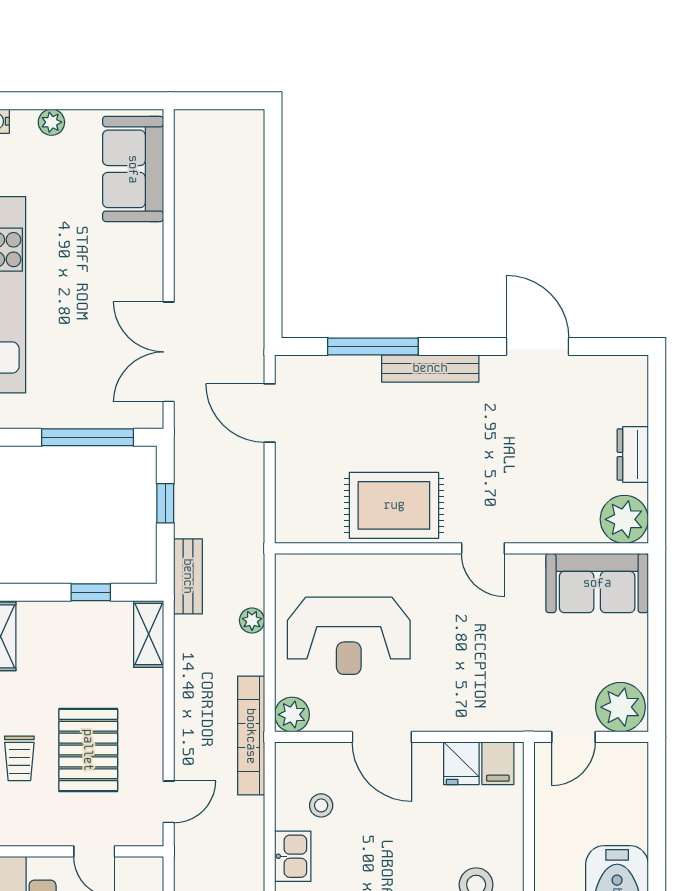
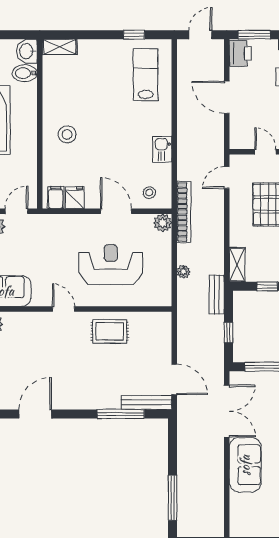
sofa: (133, 169) -> (245, 465), moved
window: (273, 185) -> (173, 498), added
door: (537, 346) -> (35, 414), swing flipped
bench: (430, 368) -> (146, 403), moved
rug: (394, 505) -> (110, 331), width x0.73, depth x0.70
reception desk: (349, 636) -> (111, 265), moved
stool: (321, 805) -> (149, 193), moved

